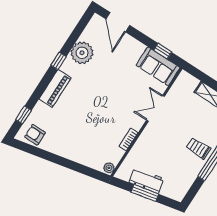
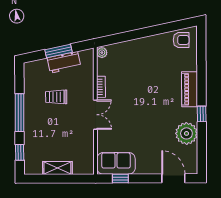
double door: (155, 108) -> (95, 115), moved
window: (24, 115) -> (201, 50), removed
trolley: (199, 148) -> (56, 97), moved, turned 180

